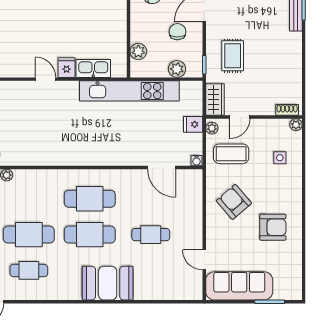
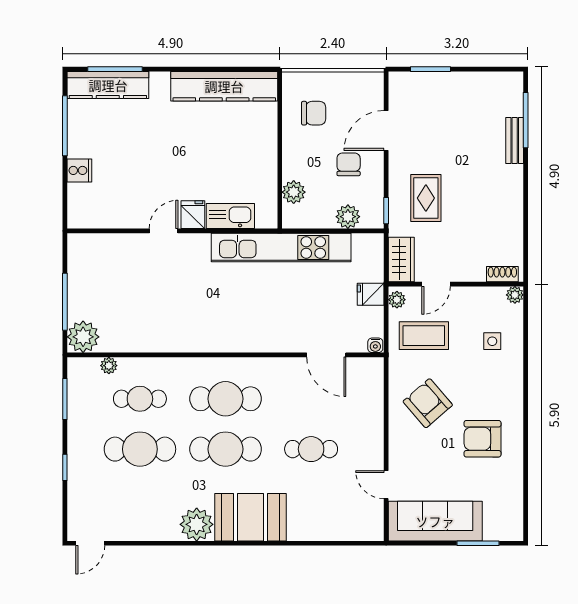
door: (46, 79) -> (164, 231), hinge flipped
armchair: (273, 227) -> (482, 439), turned 180
cafe table: (29, 270) -> (140, 399), moved
plant: (69, 288) -> (197, 524), added

